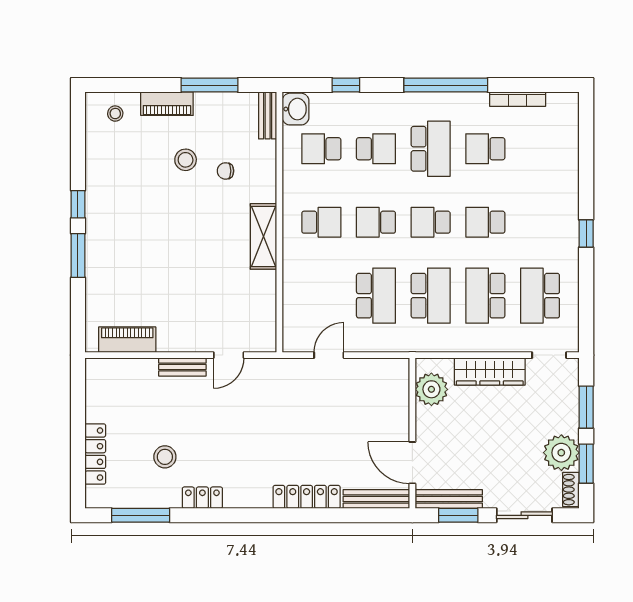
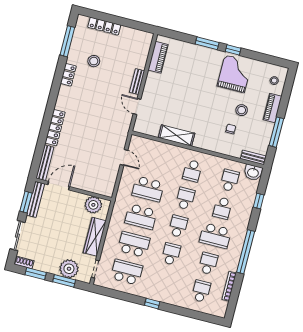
school desk: (540, 149) -> (201, 291), added
grand piano: (122, 190) -> (235, 74), added
shelving: (263, 236) -> (177, 136), moved
plant: (561, 453) -> (69, 269), moved

